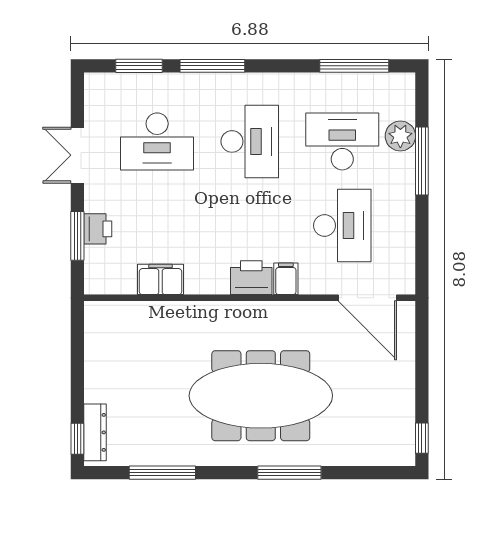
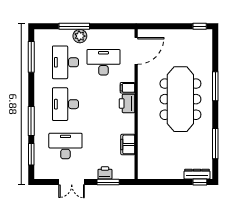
plant: (400, 136) -> (80, 36), moved
desk: (157, 141) -> (65, 146), turned -90
desk: (250, 141) -> (65, 104), turned -90

